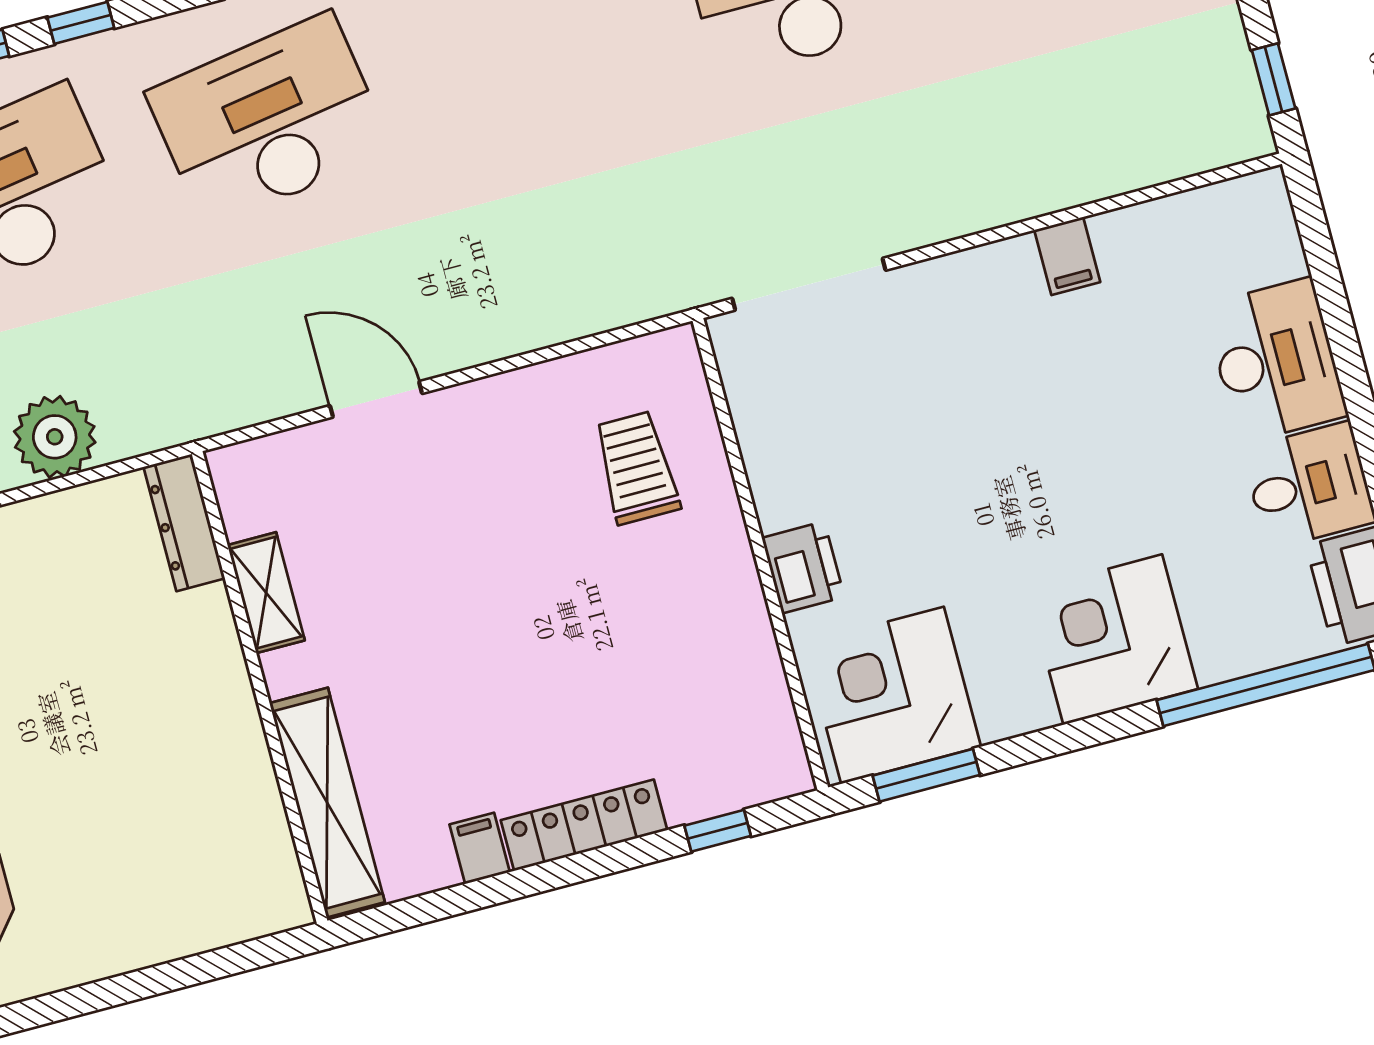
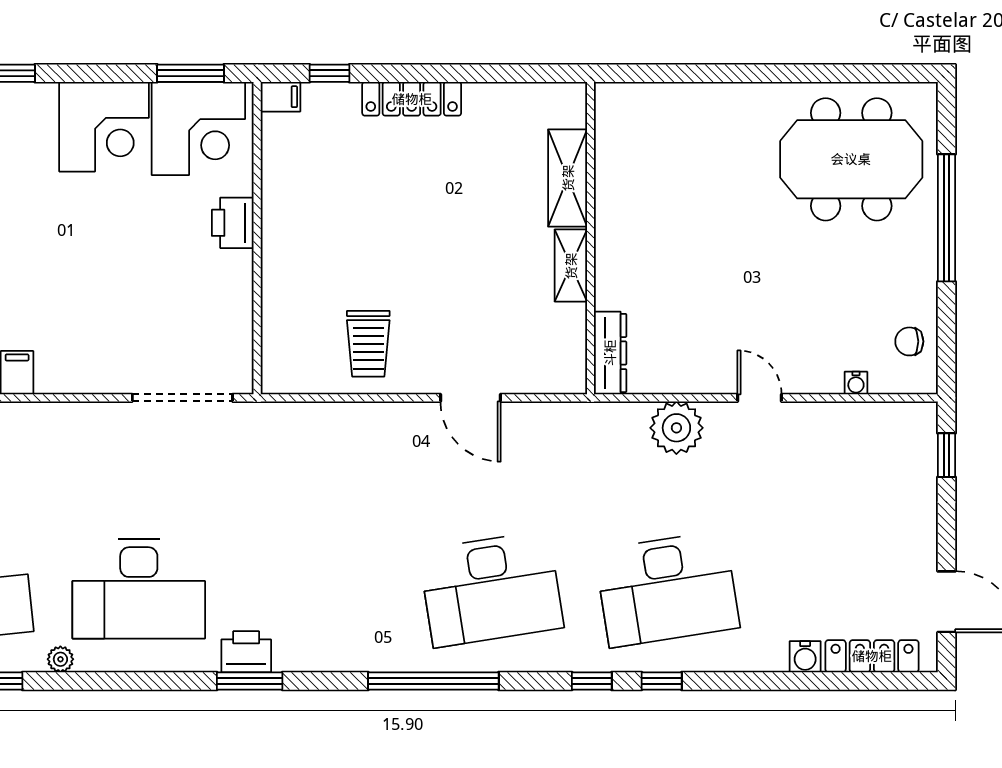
trolley: (637, 468) -> (368, 344), moved
shelving: (266, 593) -> (571, 266), moved
corner desk: (1113, 640) -> (104, 127), moved
shelving: (327, 803) -> (568, 178), width x0.68
filing cabinet: (480, 848) -> (280, 97), moved, turned -90

